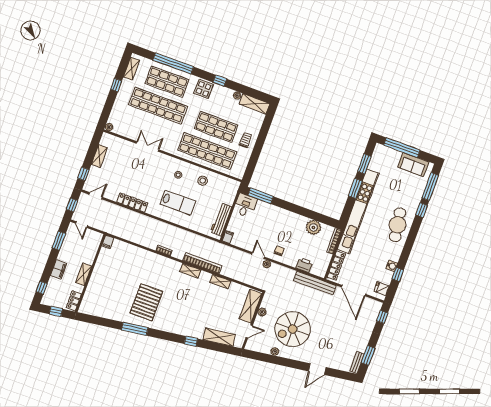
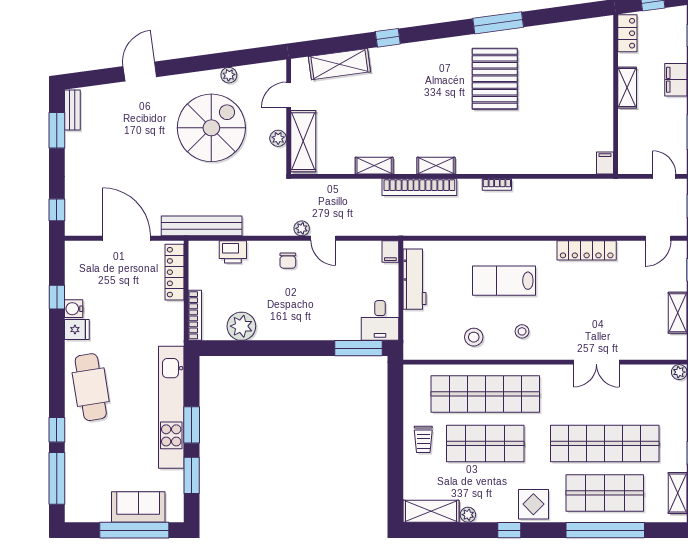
sofa: (413, 165) -> (138, 507), moved
kitchen unit: (358, 211) -> (171, 407), width x0.73
fridge: (382, 289) -> (77, 330), moved

